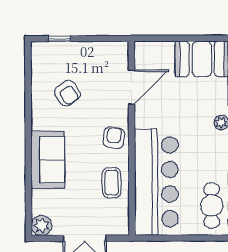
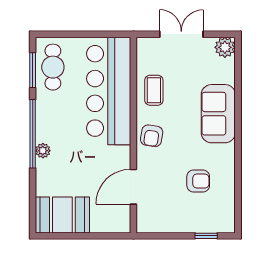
armchair: (67, 93) -> (198, 181), turned 124

